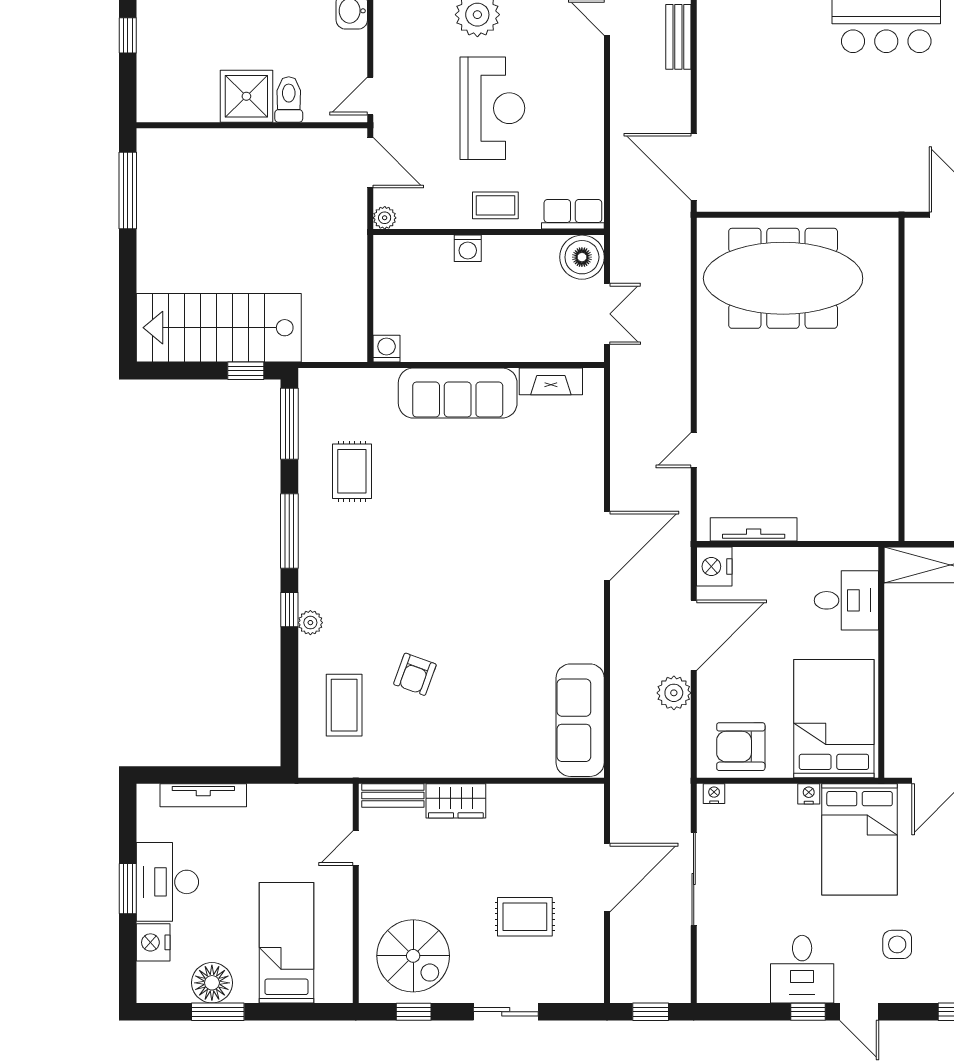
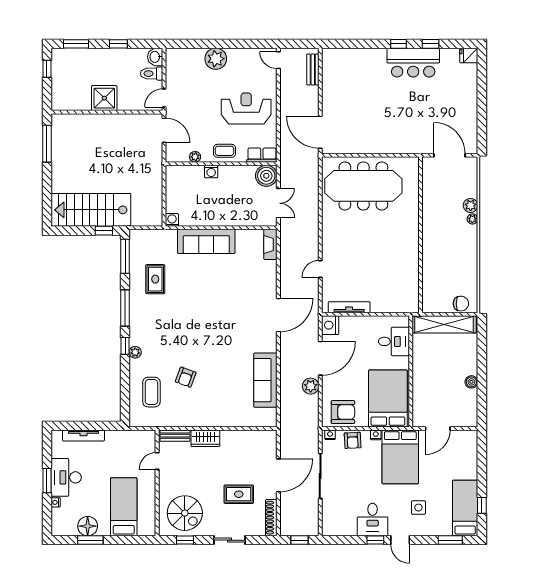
toilet: (289, 99) -> (152, 74), moved, turned -90
reception desk: (492, 108) -> (246, 108), moved, turned -90
plant: (385, 218) -> (195, 157), moved
fireplace: (551, 381) -> (270, 244), moved, turned 90
sofa: (580, 720) -> (265, 380), moved
armchair: (741, 747) -> (343, 412), turned 180
armchair: (761, 805) -> (353, 440), added
nightstand: (153, 942) -> (56, 502), width x0.53, depth x0.56
shoe rack: (592, 965) -> (271, 518), added

